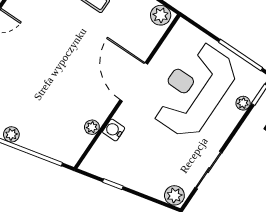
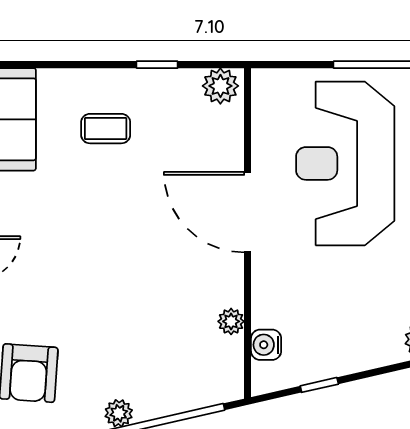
water cooler: (114, 130) -> (266, 345), moved

